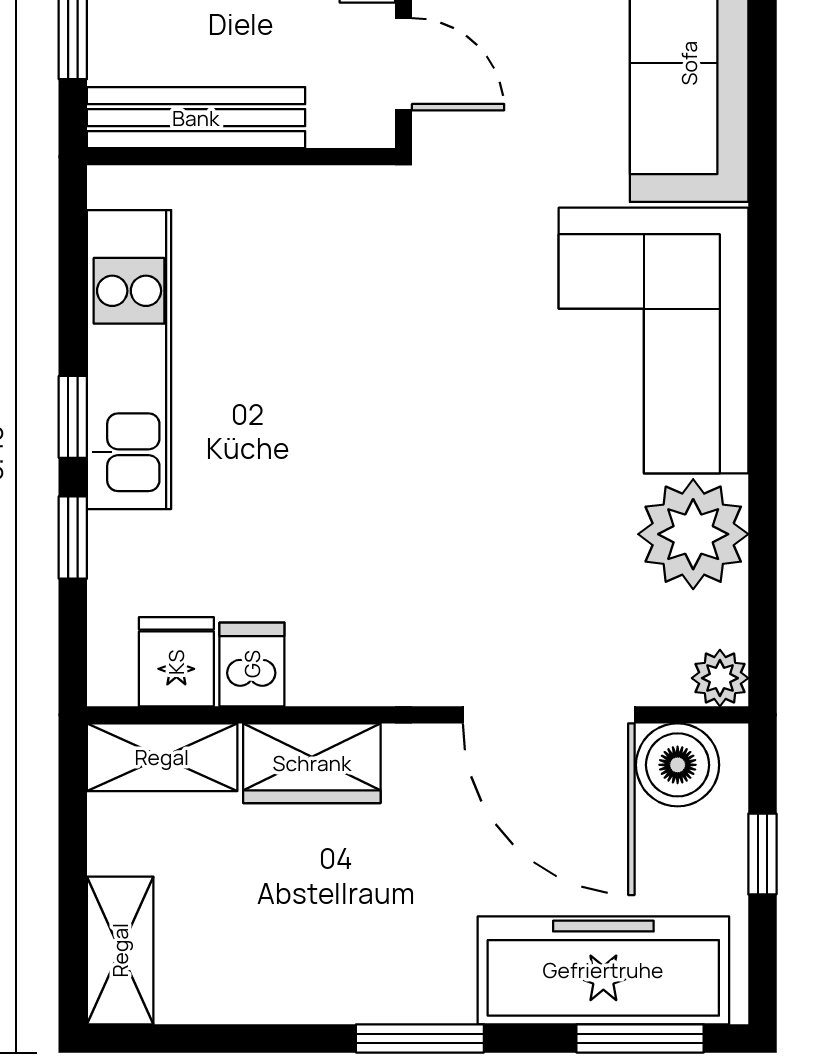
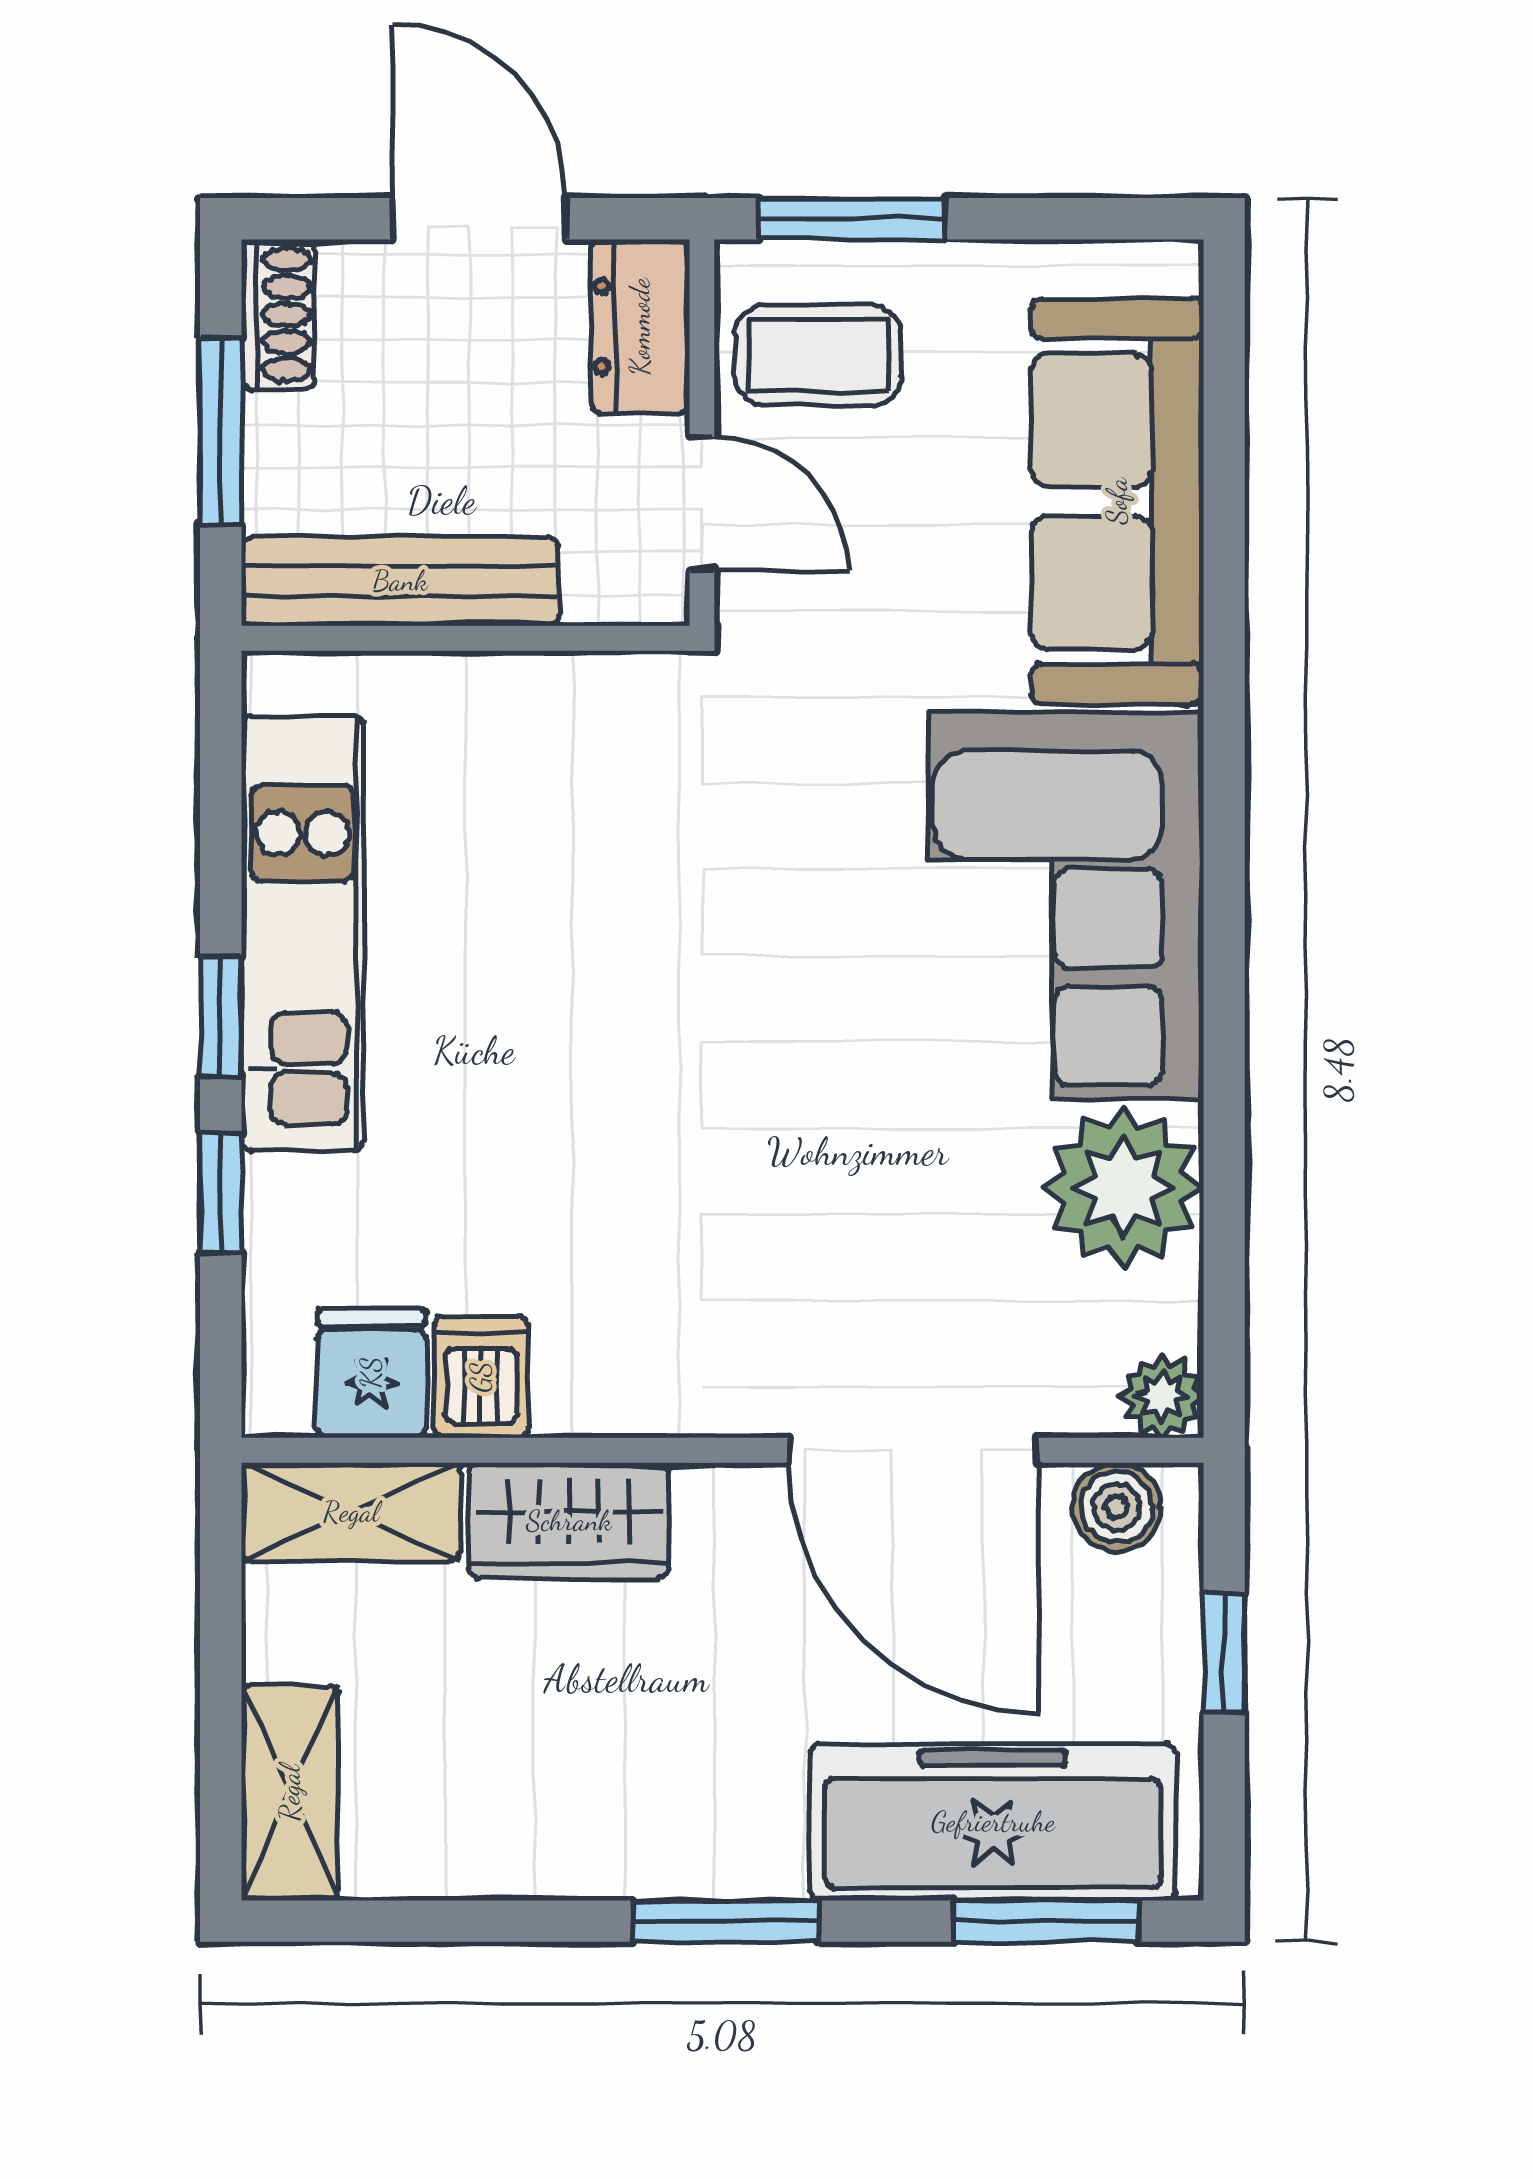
boiler: (678, 765) -> (1117, 1507), width x0.73, depth x0.73

